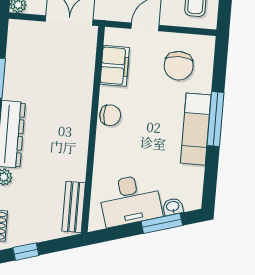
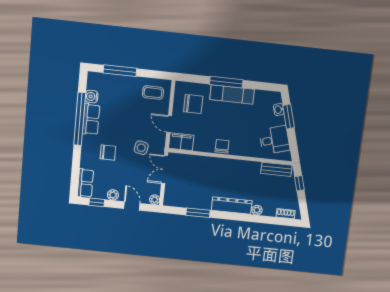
filing cabinet: (115, 66) -> (181, 142), moved
desk: (130, 200) -> (274, 140), width x0.73
window: (26, 252) -> (299, 183), moved

